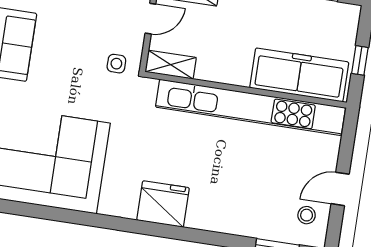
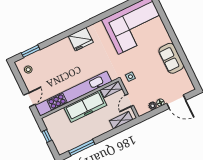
freezer: (299, 75) -> (85, 106), moved
door: (340, 189) -> (29, 100), moved

